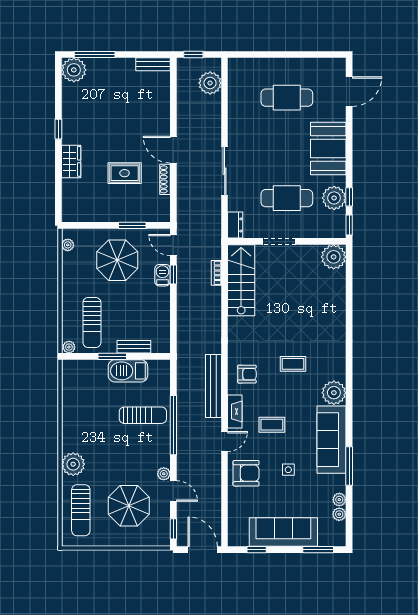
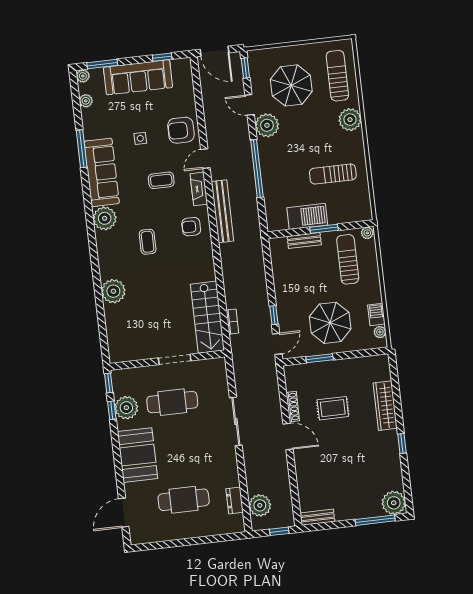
wardrobe: (71, 161) -> (385, 406), width x1.50
dresser: (235, 225) -> (235, 500), moved
door: (173, 245) -> (277, 344), hinge flipped
plant: (334, 257) -> (113, 291), moved
barbecue: (162, 275) -> (376, 314), moved, turned 180
coffee table: (293, 364) -> (148, 242), turned 90
sun lounger: (143, 415) -> (333, 174), moved
plant: (164, 474) -> (267, 125), width x1.88, depth x1.88
plant: (339, 500) -> (83, 76), moved

